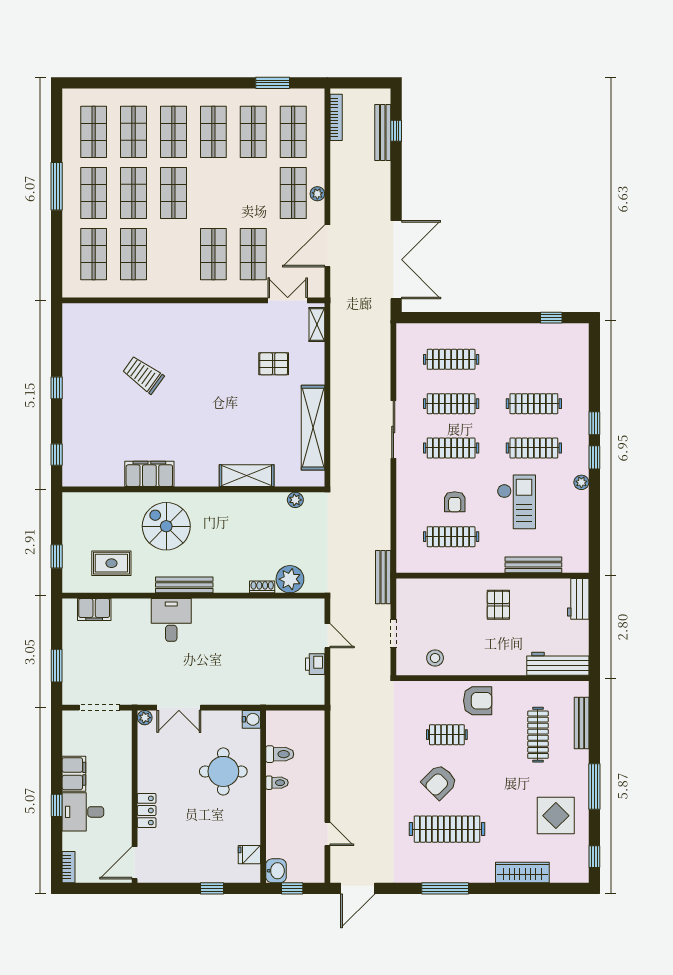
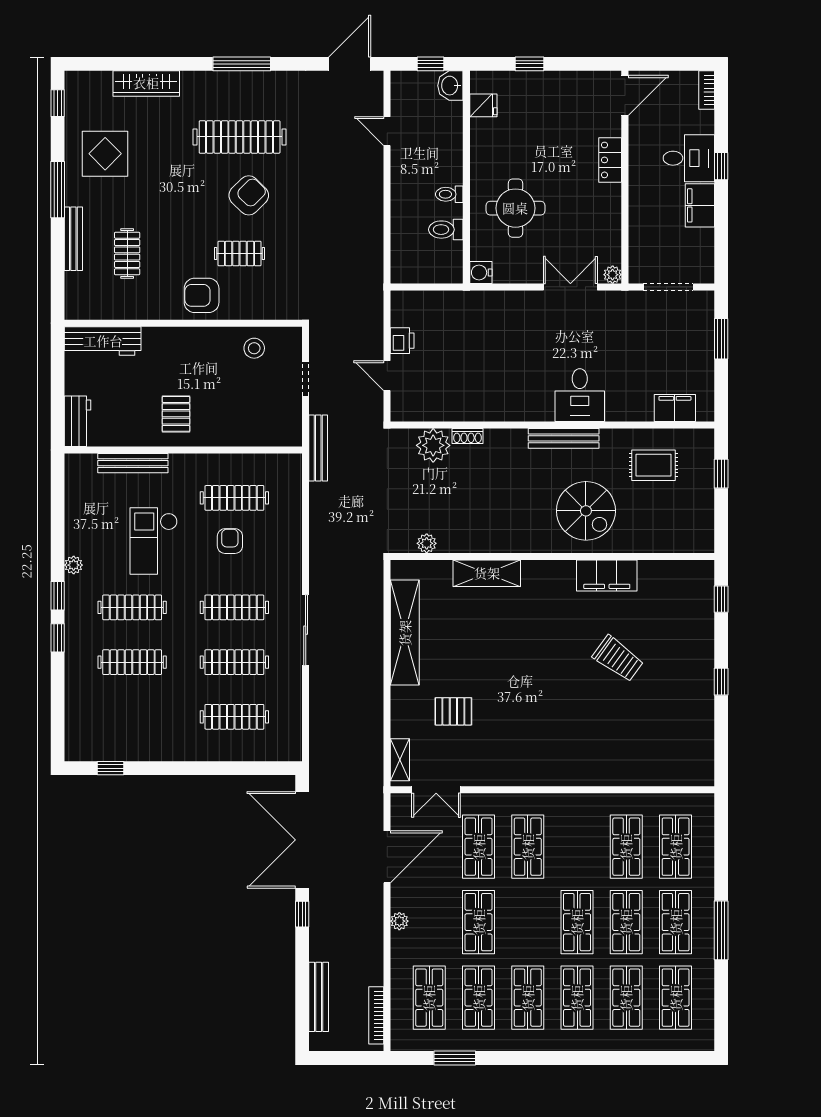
window: (396, 131) -> (302, 914), moved
shop shelf: (293, 193) -> (479, 922), moved
trolley: (143, 375) -> (618, 659), moved
bench: (582, 723) -> (73, 239), moved
clothes rail: (538, 735) -> (127, 254), width x0.73

